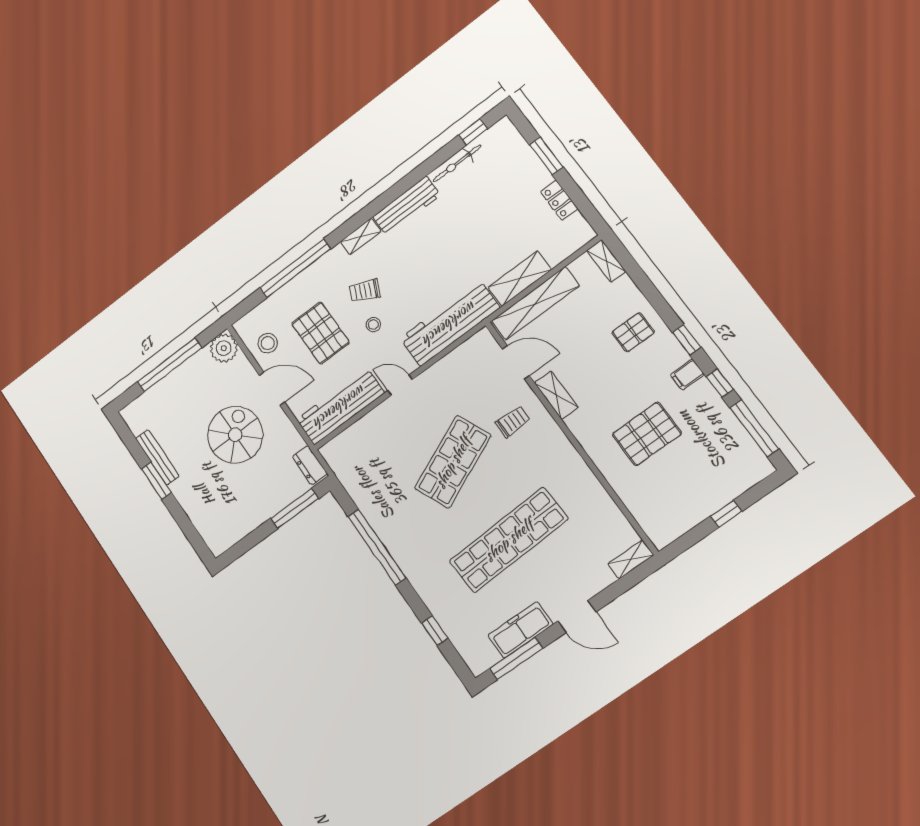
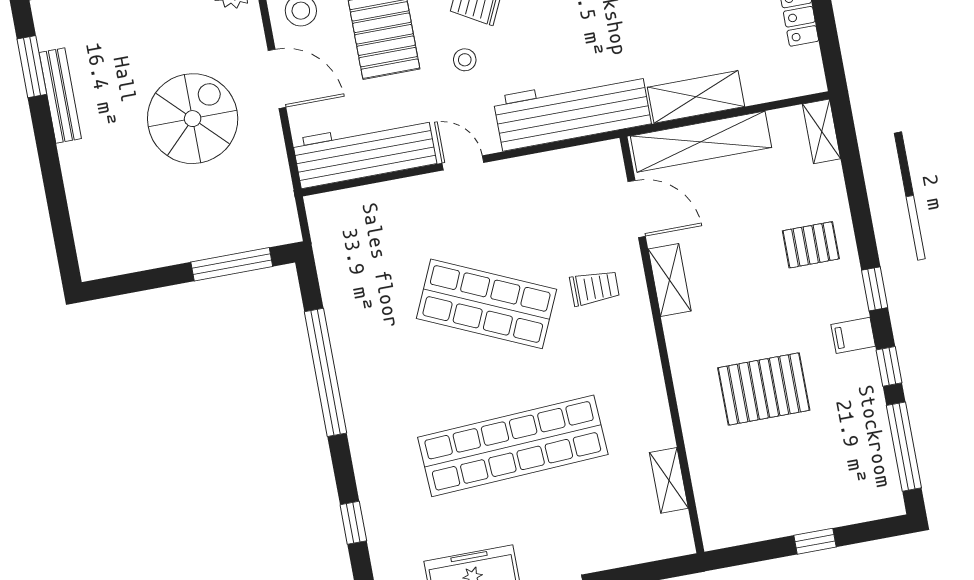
shop shelf: (453, 462) -> (487, 304), turned 48
dresser: (310, 465) -> (282, 214), removed
window: (156, 481) -> (32, 67), moved
shelving: (631, 559) -> (669, 480), moved, turned 90

